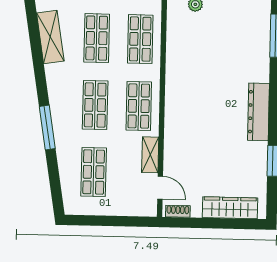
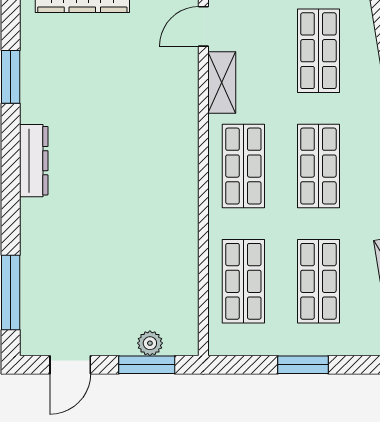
dresser: (258, 112) -> (34, 161), width x0.73, depth x0.80
door: (160, 188) -> (203, 26), hinge flipped

